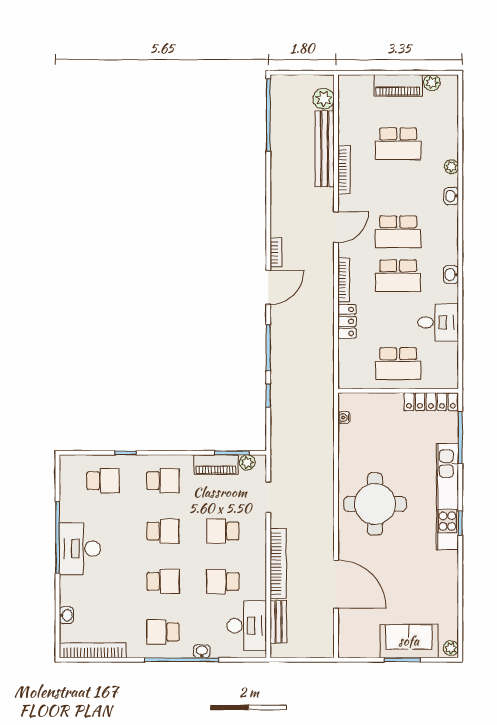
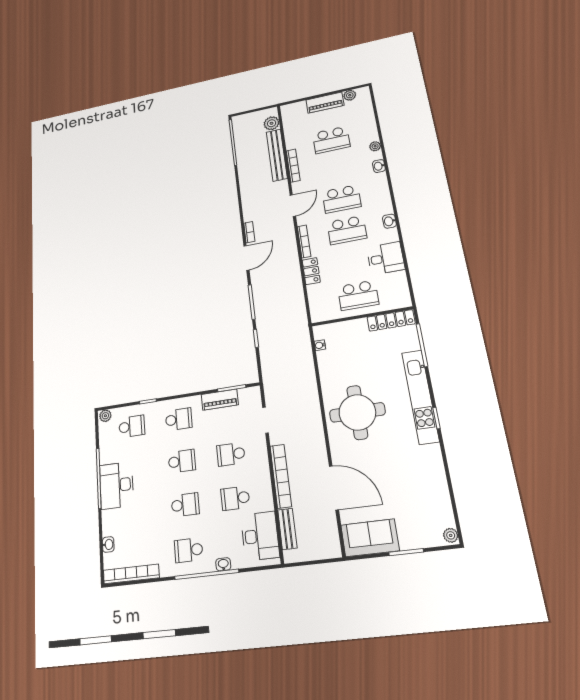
plant: (247, 462) -> (105, 416), moved
sofa: (409, 641) -> (370, 538), moved

